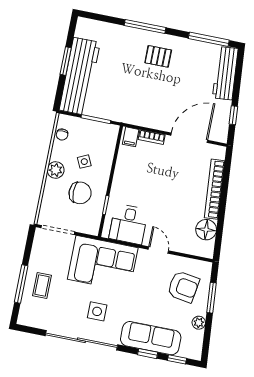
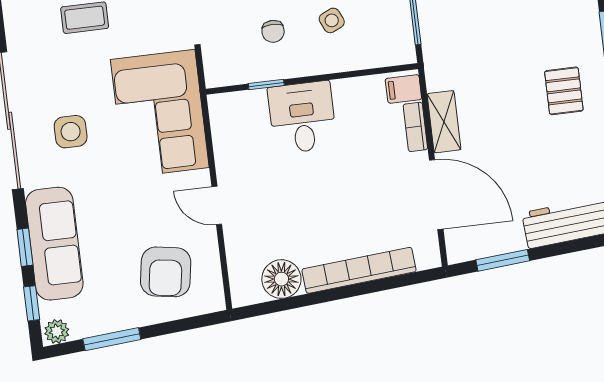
window: (233, 115) -> (503, 260), width x1.50
shelving: (154, 122) -> (444, 122), added
chair: (80, 193) -> (273, 31), width x0.54, depth x0.54
desk: (128, 224) -> (302, 117), moved, turned 90
door: (158, 250) -> (217, 205), swing flipped
window: (212, 298) -> (112, 339), moved
plant: (199, 323) -> (57, 331), moved

